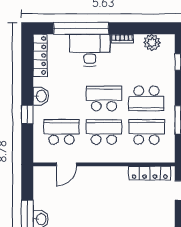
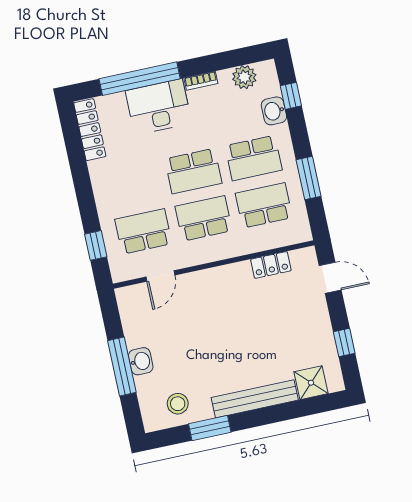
washbasin: (41, 96) -> (274, 111), moved, turned 180
school desk: (104, 98) -> (193, 171), turned 180
window: (27, 115) -> (96, 245), moved
locker: (150, 173) -> (271, 265), width x0.66

